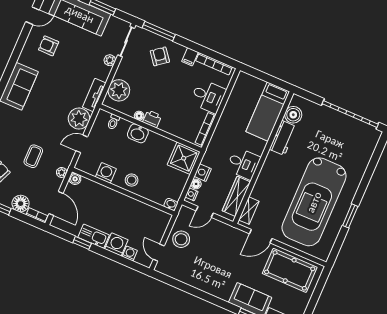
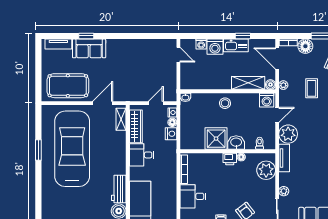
shower: (184, 158) -> (216, 139), moved
washing machine: (106, 173) -> (267, 100), moved
shelving: (98, 191) -> (248, 83), added
stool: (181, 239) -> (165, 73), removed

